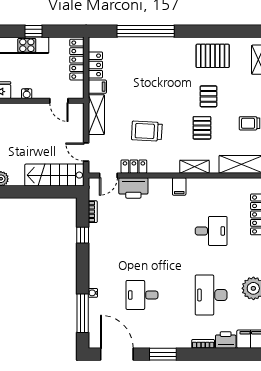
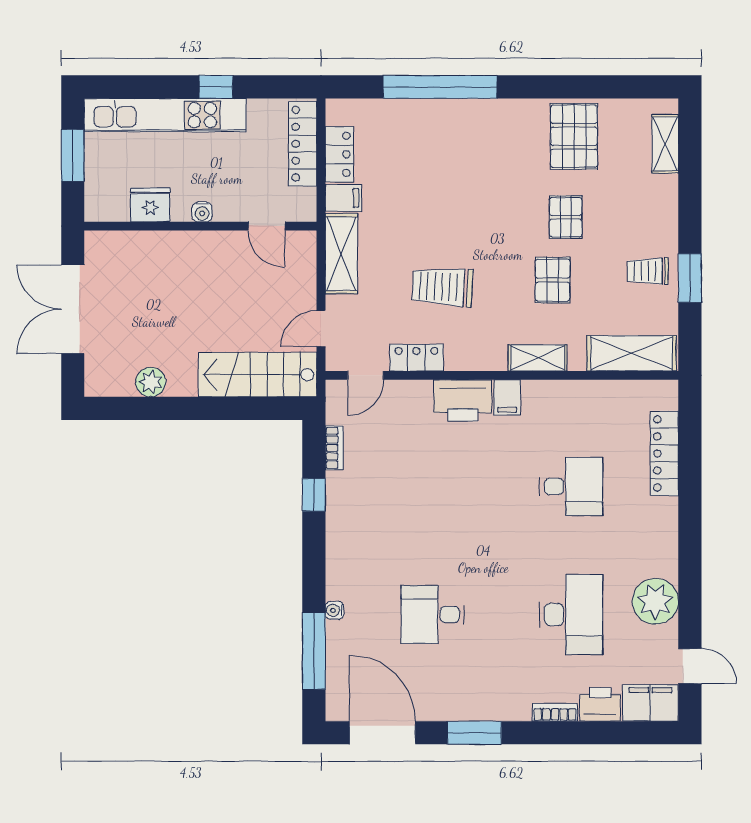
pallet: (213, 56) -> (574, 136), turned 90
door: (86, 152) -> (321, 329), hinge flipped
printer: (133, 188) -> (463, 400), moved
desk: (211, 295) -> (571, 615), turned 180

